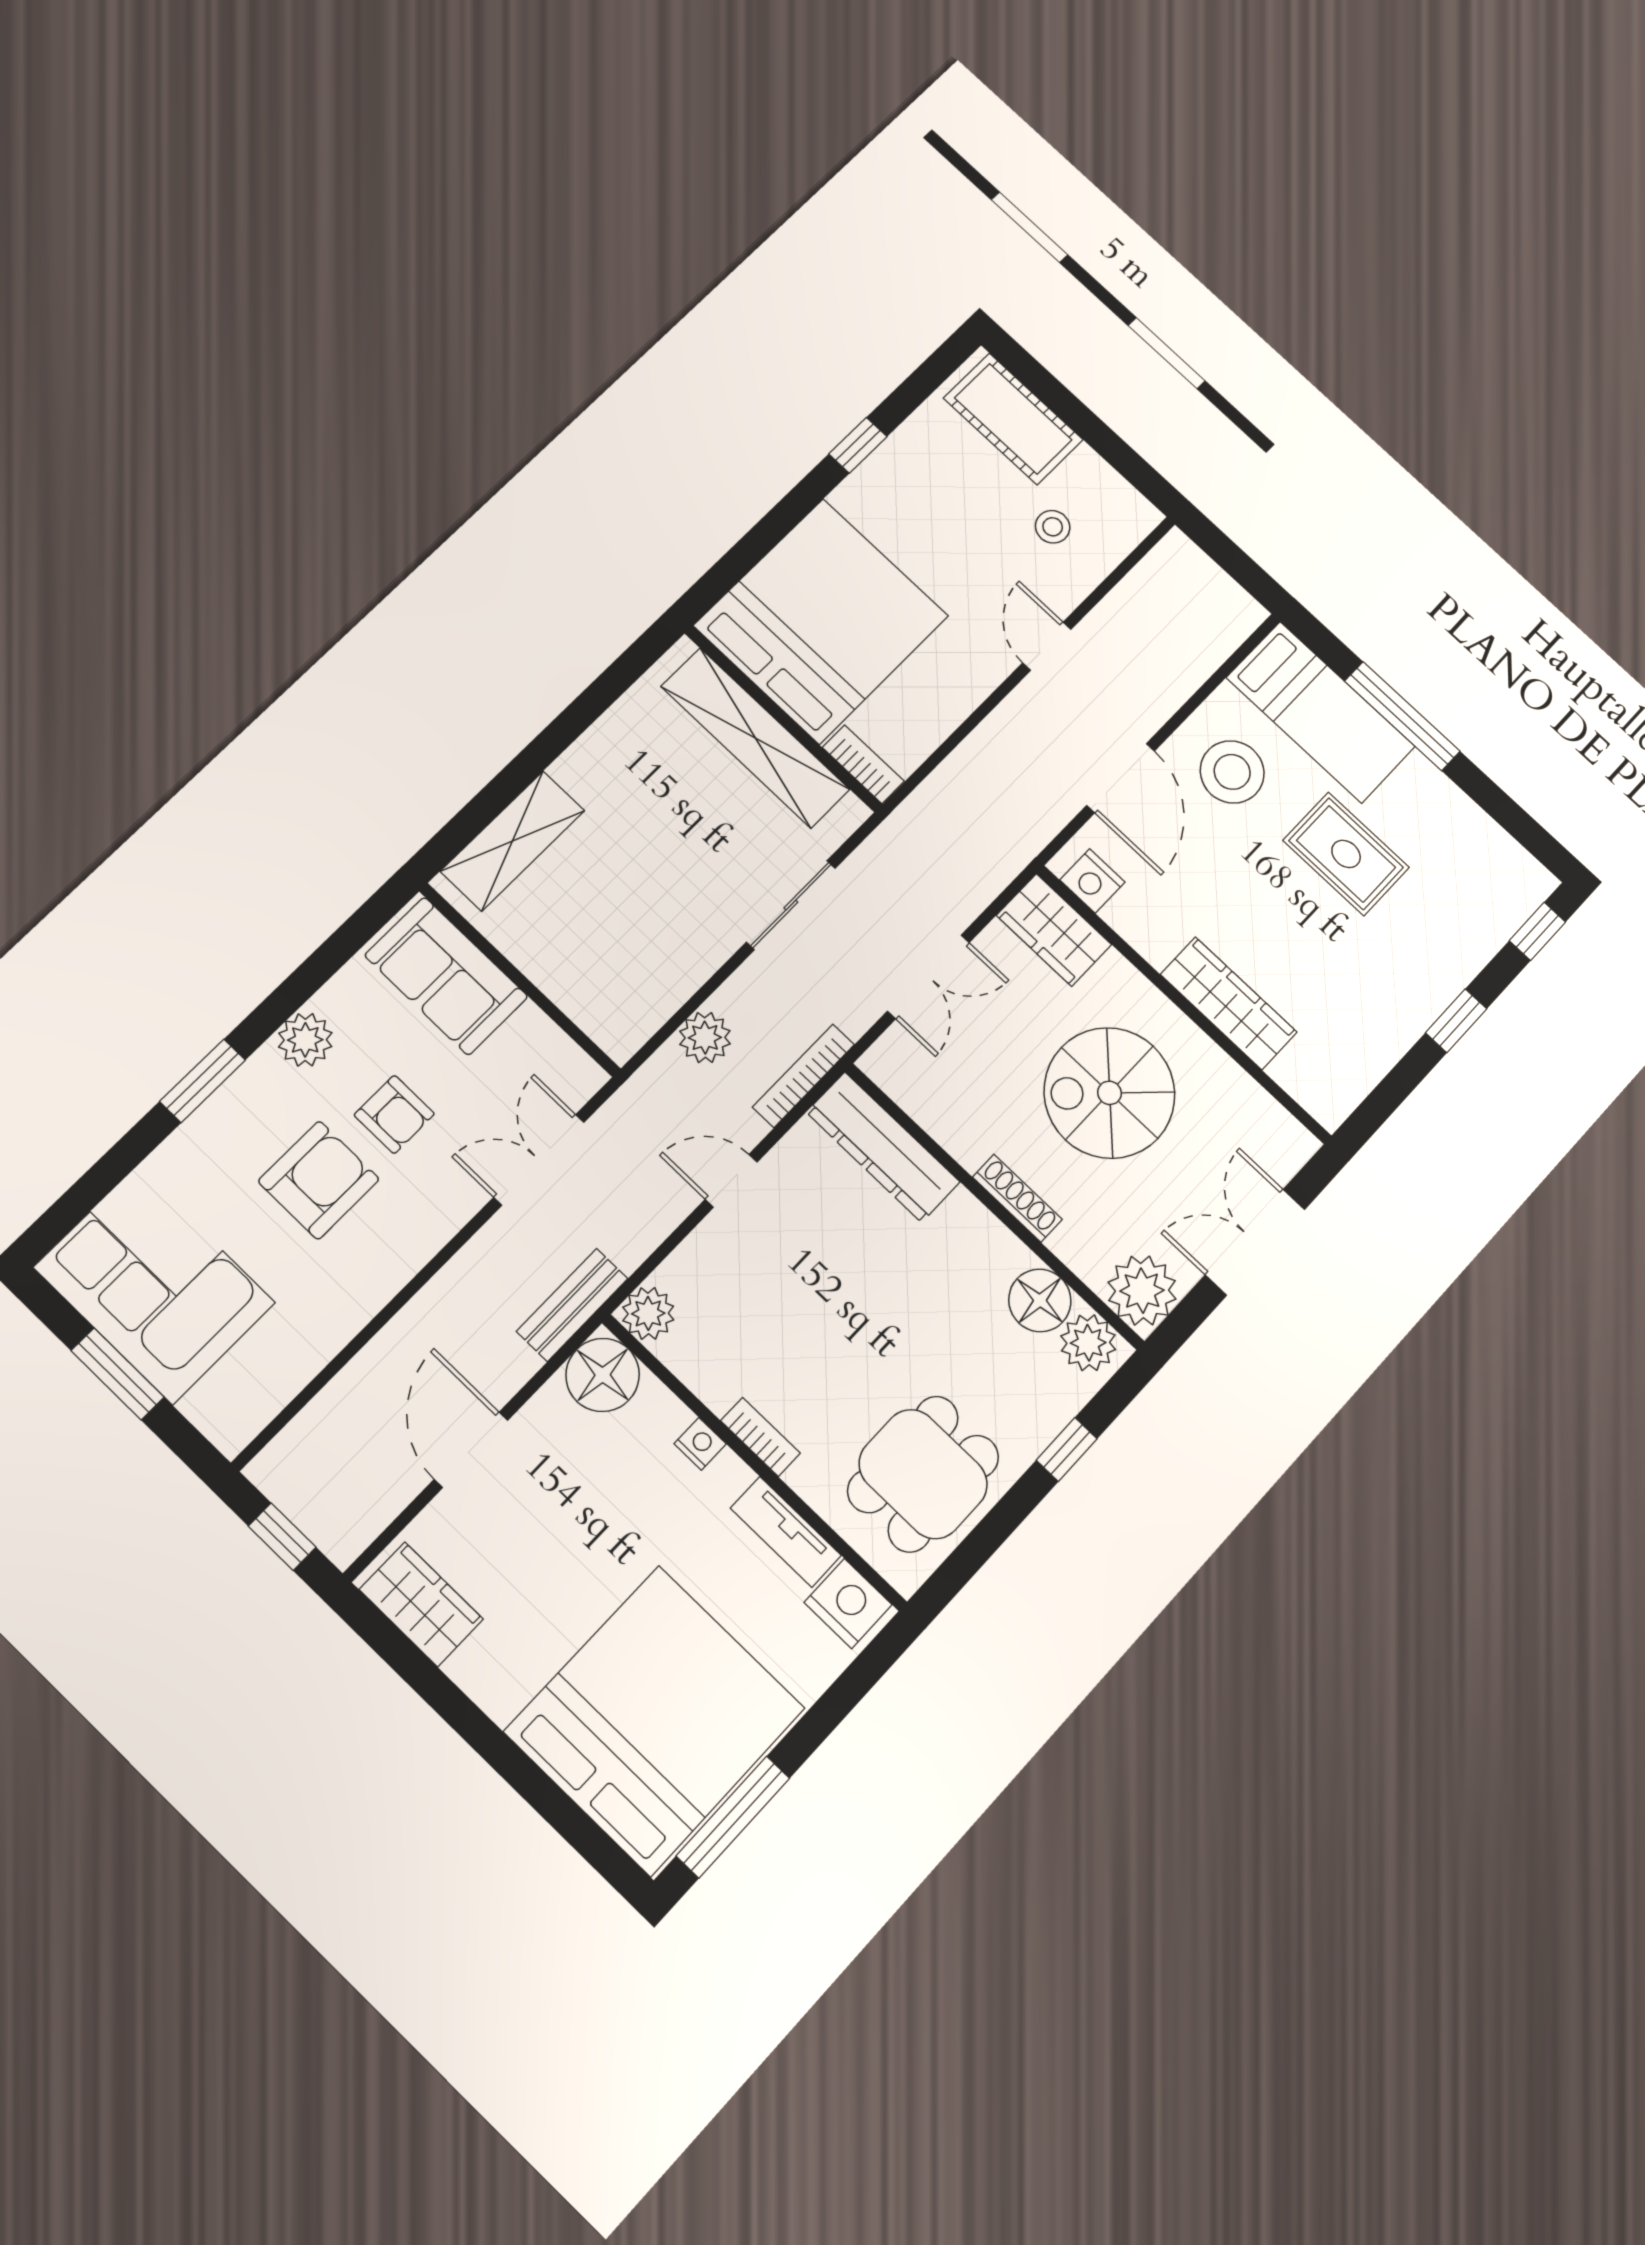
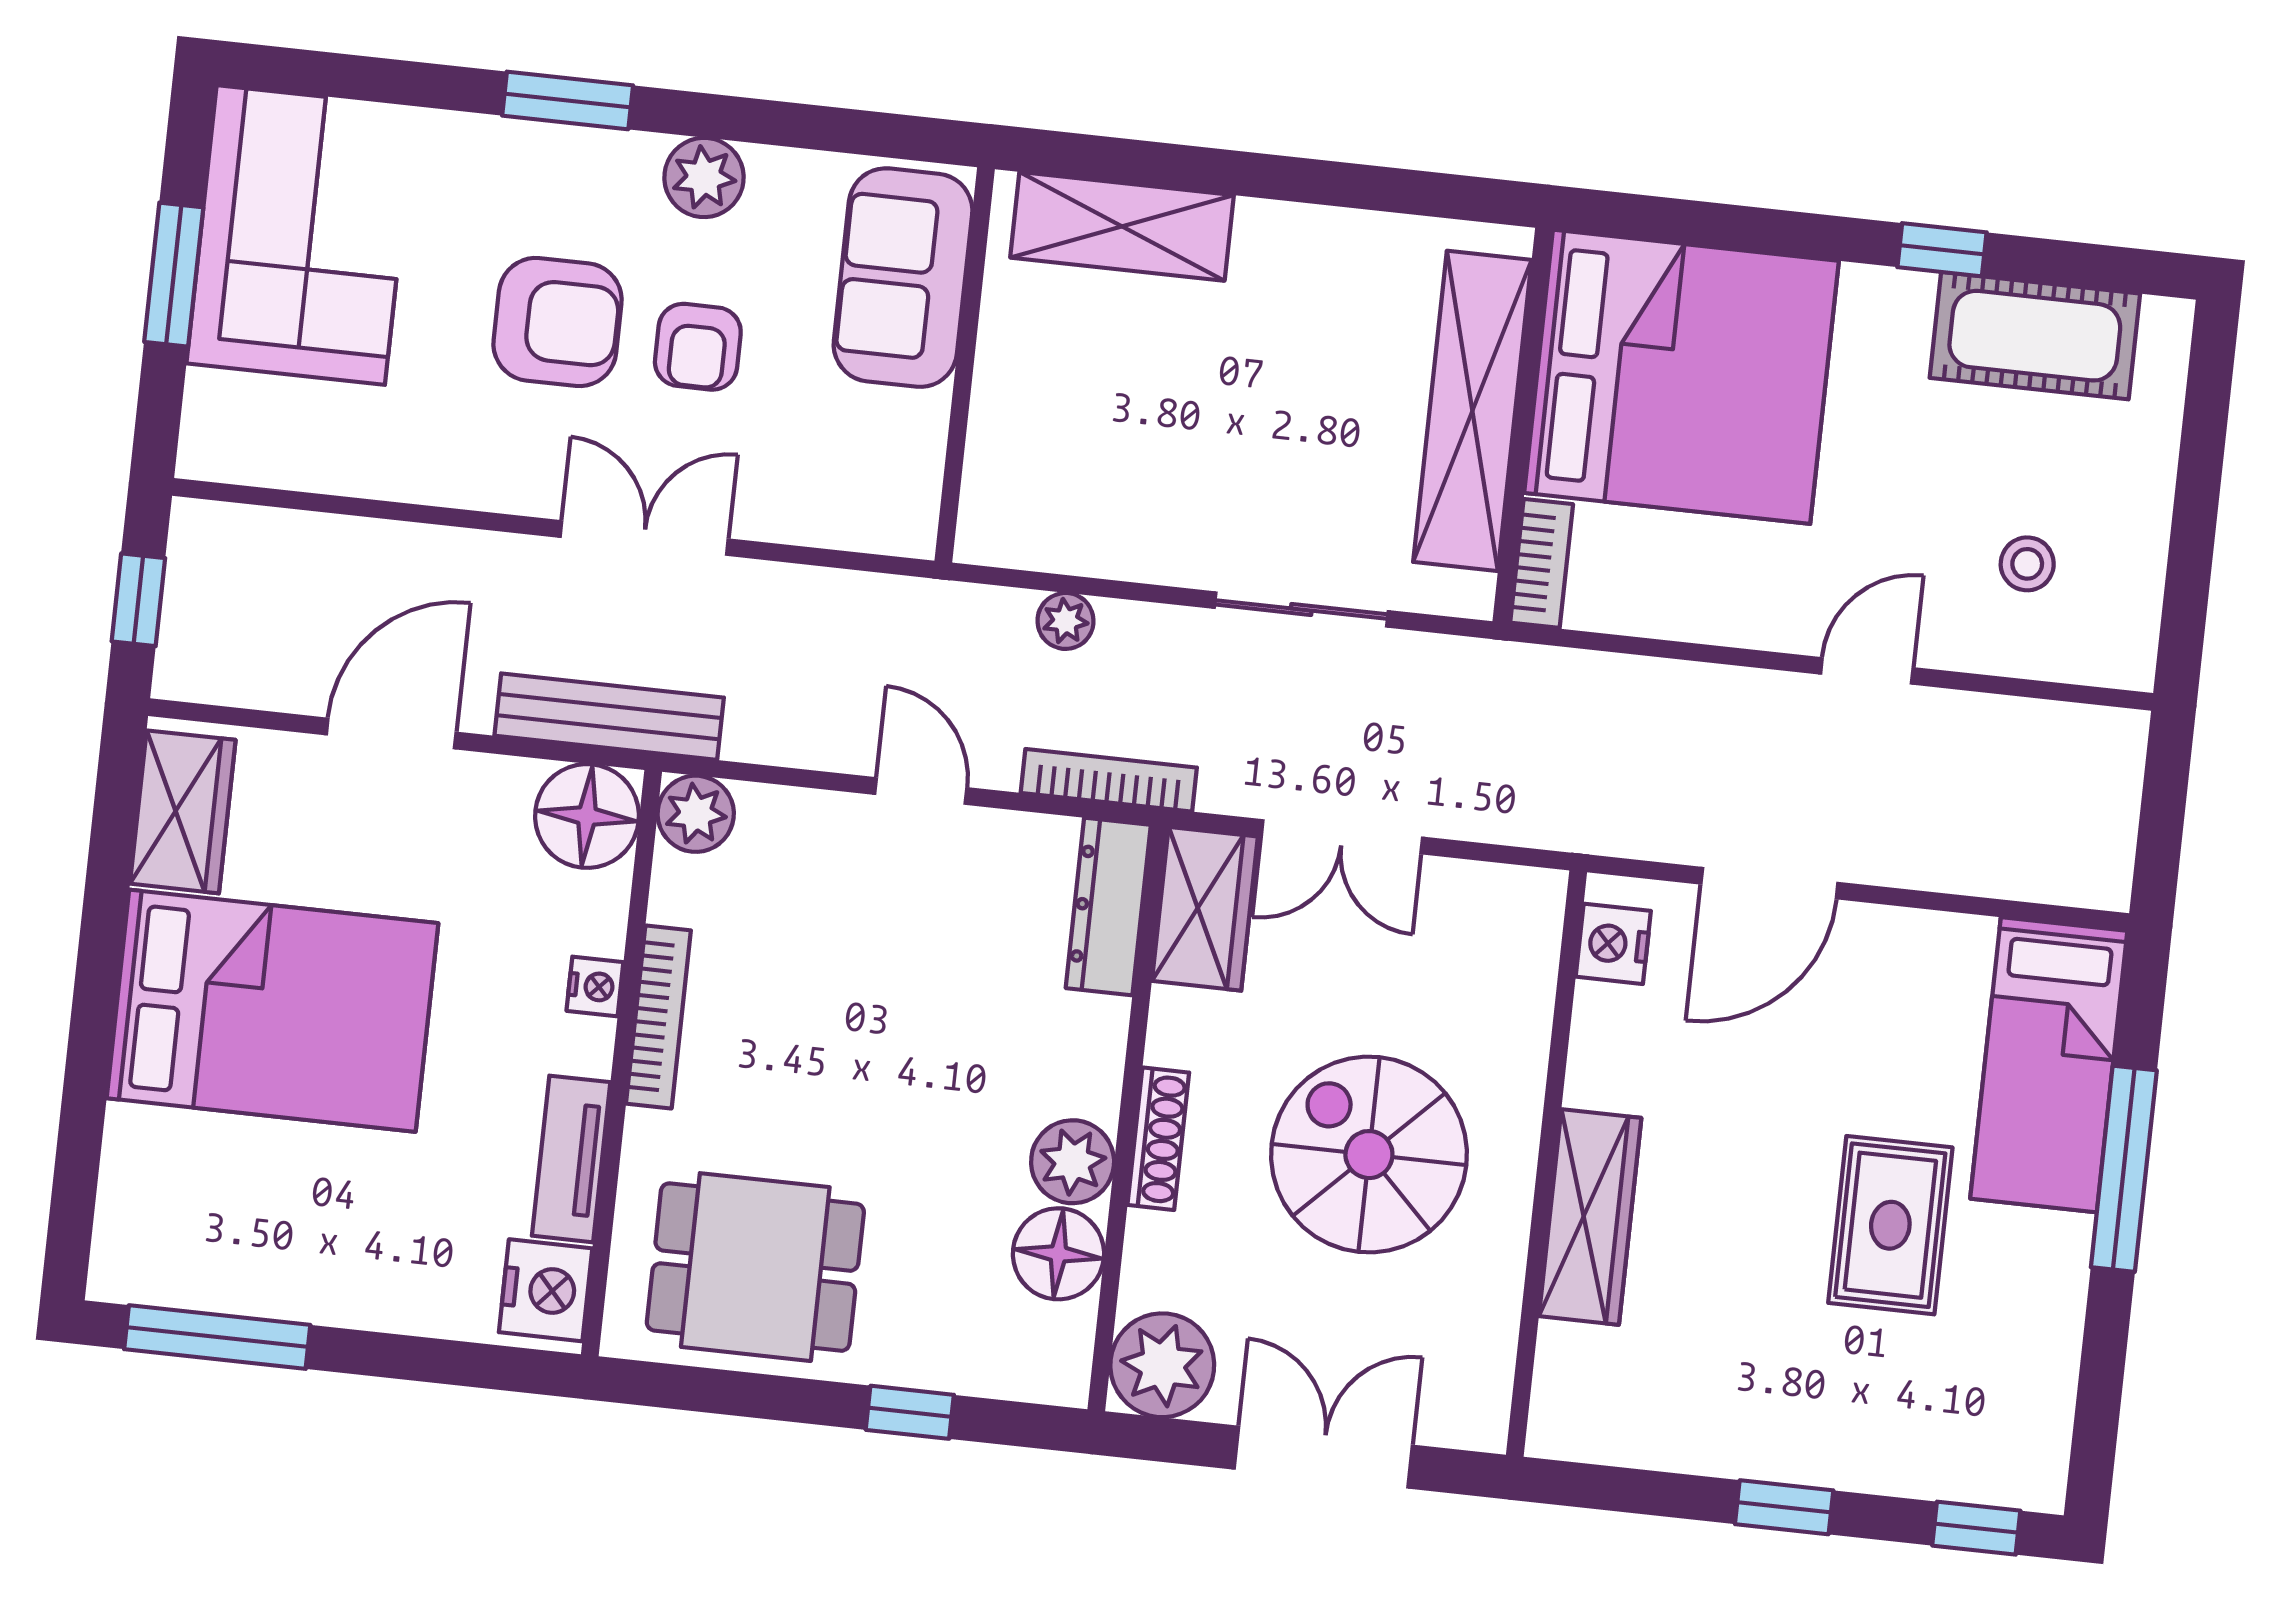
cot: (1013, 419) -> (2035, 336), moved, turned 90
stool: (1232, 772) -> (1885, 1012), removed
wardrobe: (1054, 930) -> (1205, 909), moved, turned 180
plant: (705, 1038) -> (1065, 621), width x0.73, depth x0.73
dresser: (883, 1147) -> (1108, 907), width x0.73, depth x0.80
double door: (539, 1160) -> (644, 538), moved
bench: (572, 1305) -> (609, 717), width x1.36
plant: (1088, 1343) -> (1073, 1162), moved
bookcase: (760, 1437) -> (658, 1017), width x1.56
bed: (655, 1720) -> (272, 1011), moved, width x0.73

